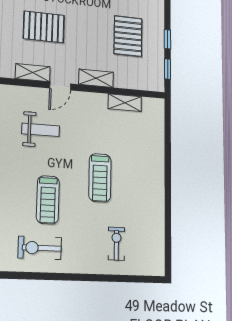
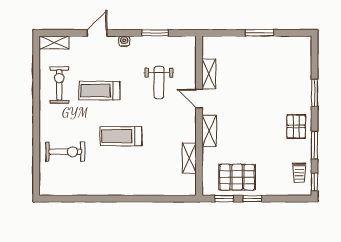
pallet: (44, 27) -> (251, 82), removed
pallet: (128, 36) -> (237, 177), moved
exercise bike: (116, 244) -> (65, 152), width x1.38, depth x1.39

